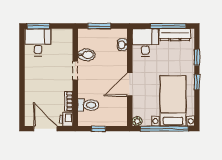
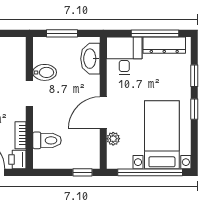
washbasin: (122, 45) -> (90, 59), width x1.91, depth x1.45
plant: (137, 121) -> (113, 139), moved
window: (98, 129) -> (82, 172), moved

